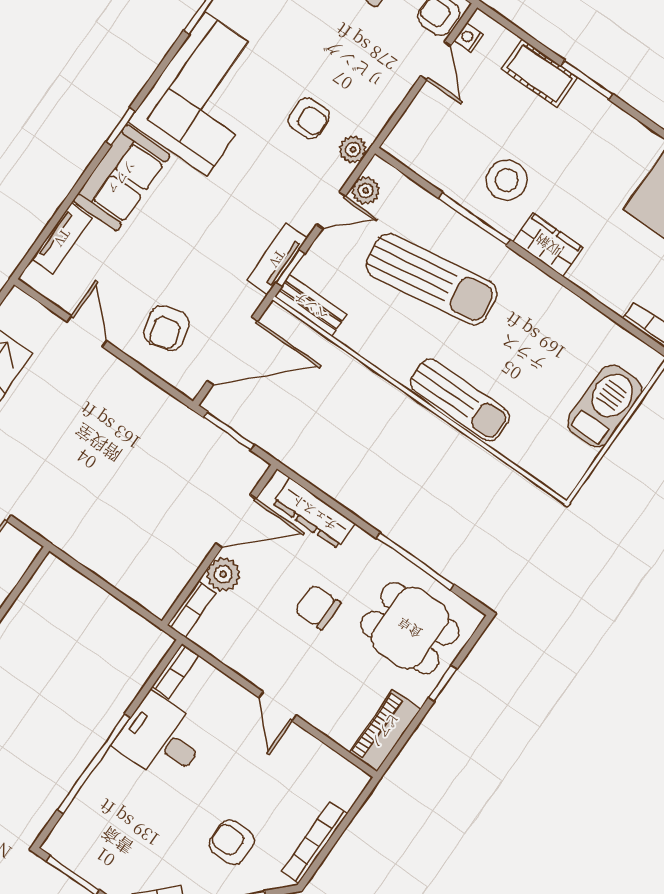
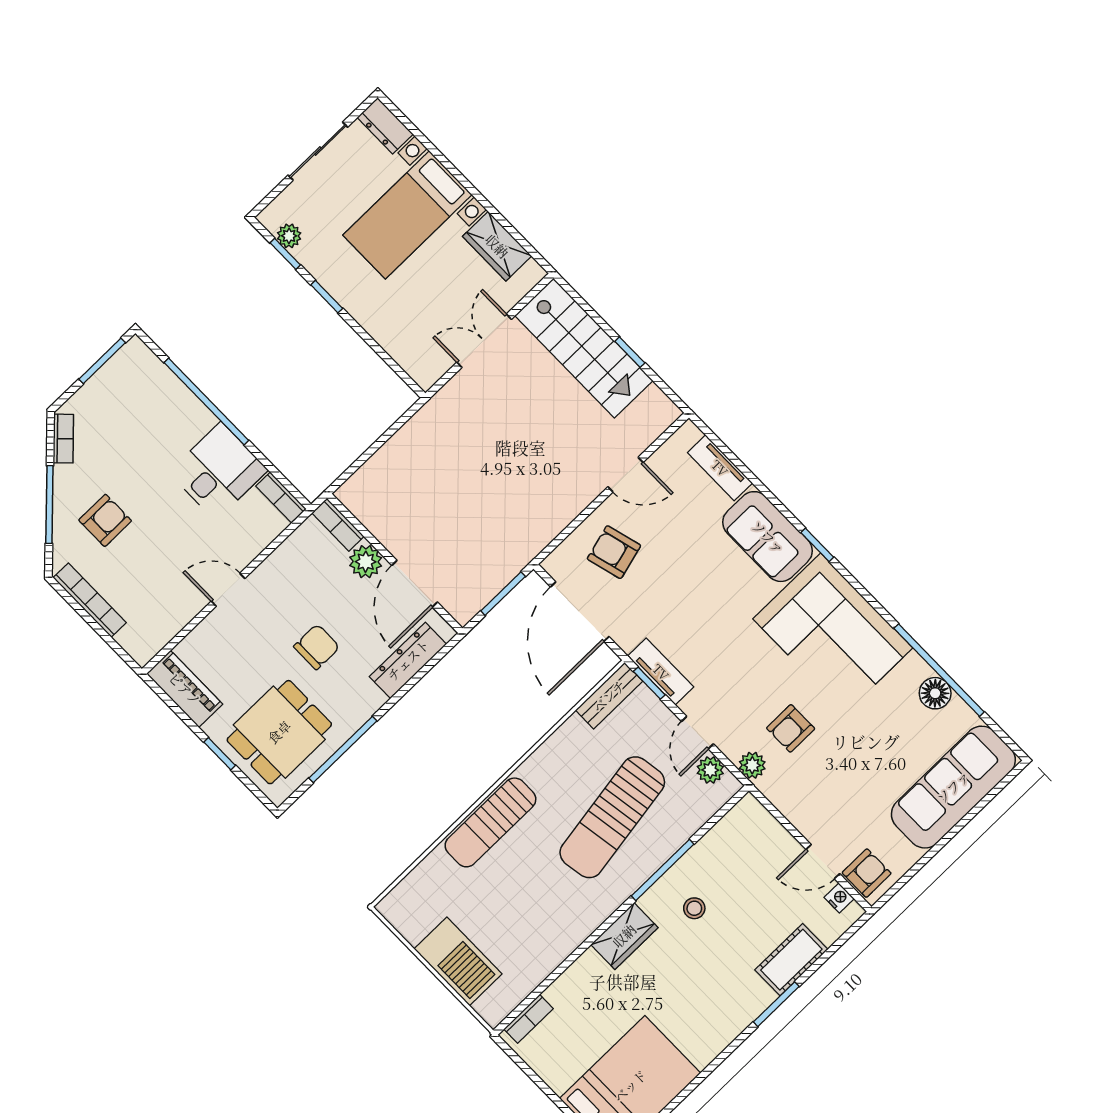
stool: (507, 180) -> (694, 908), width x0.53, depth x0.53

